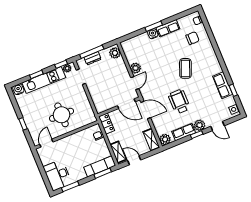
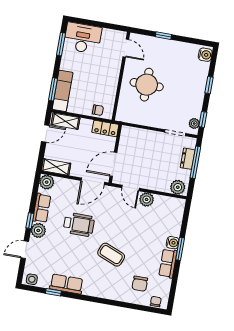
kitchen unit: (44, 80) -> (198, 89), removed

